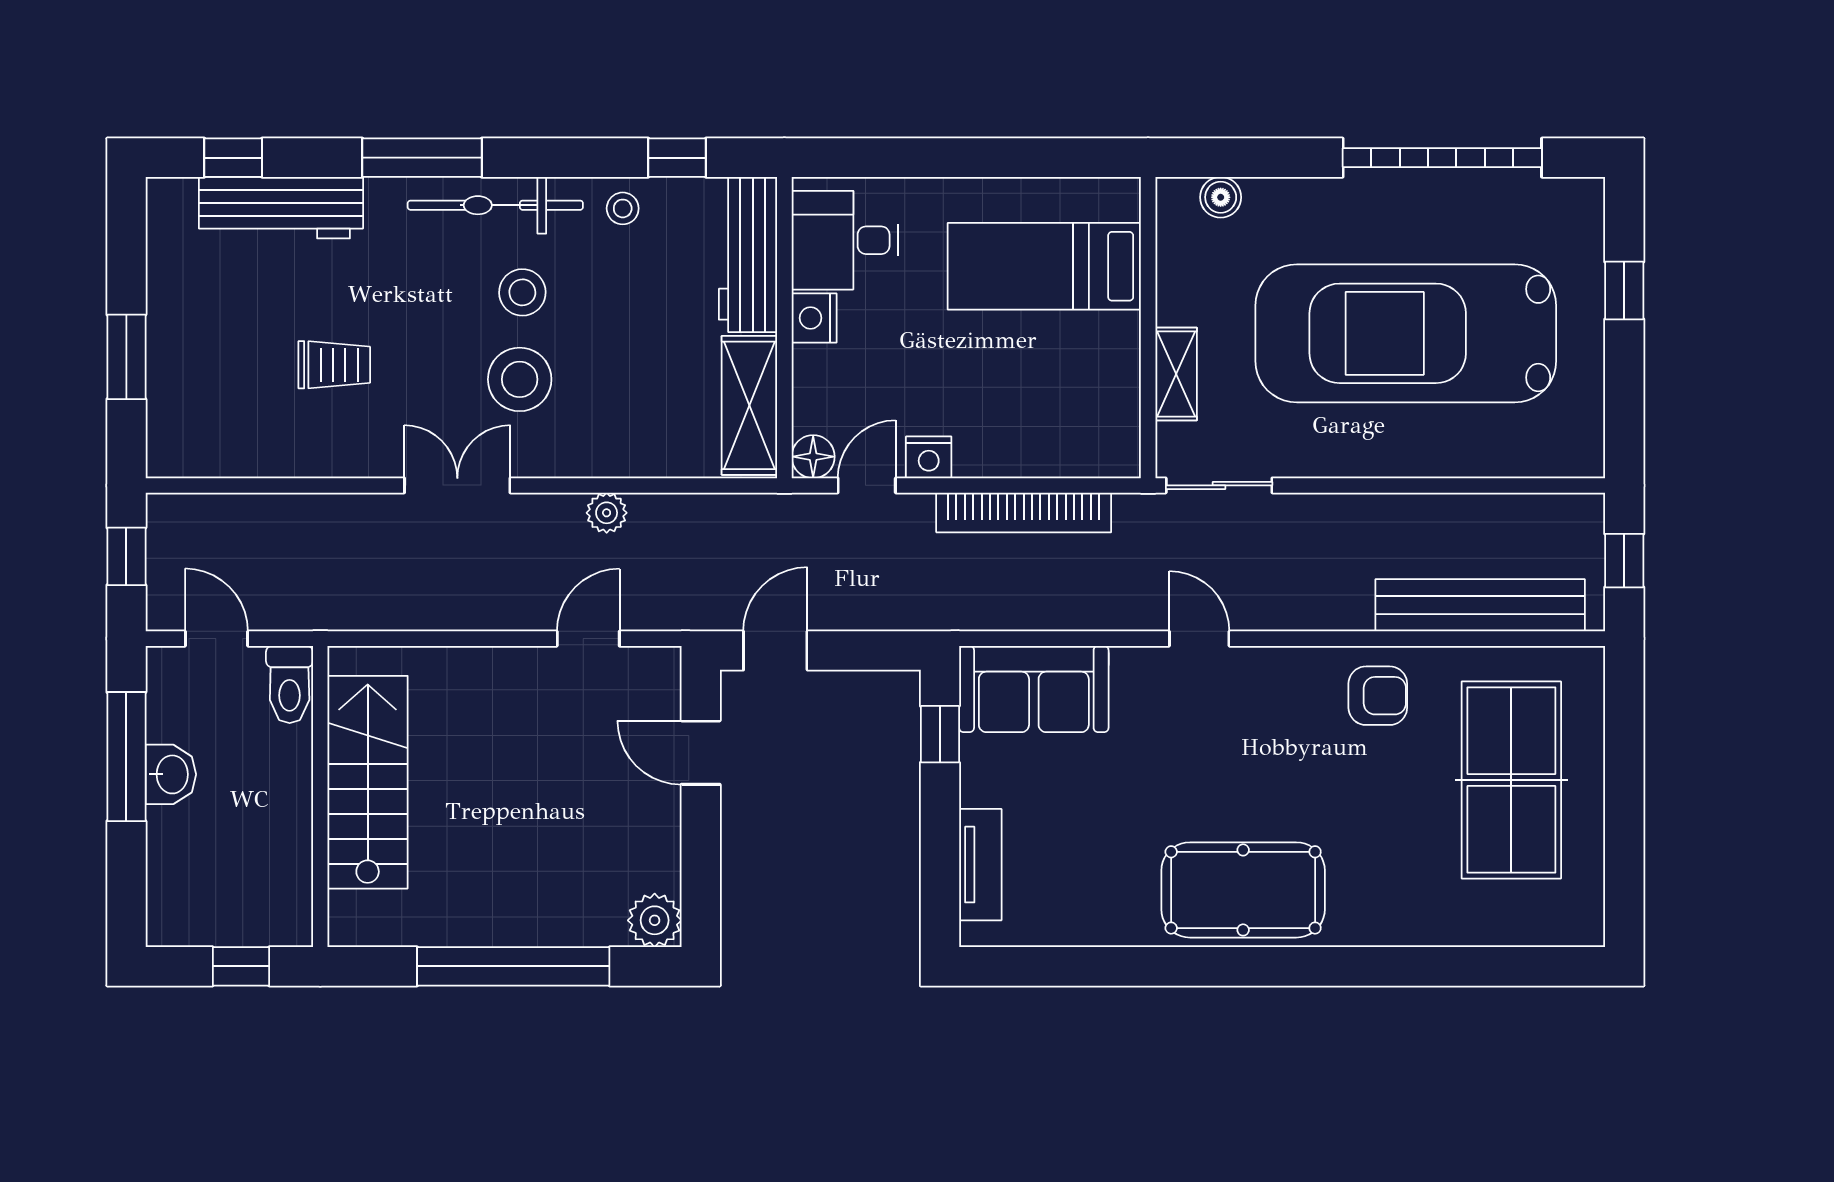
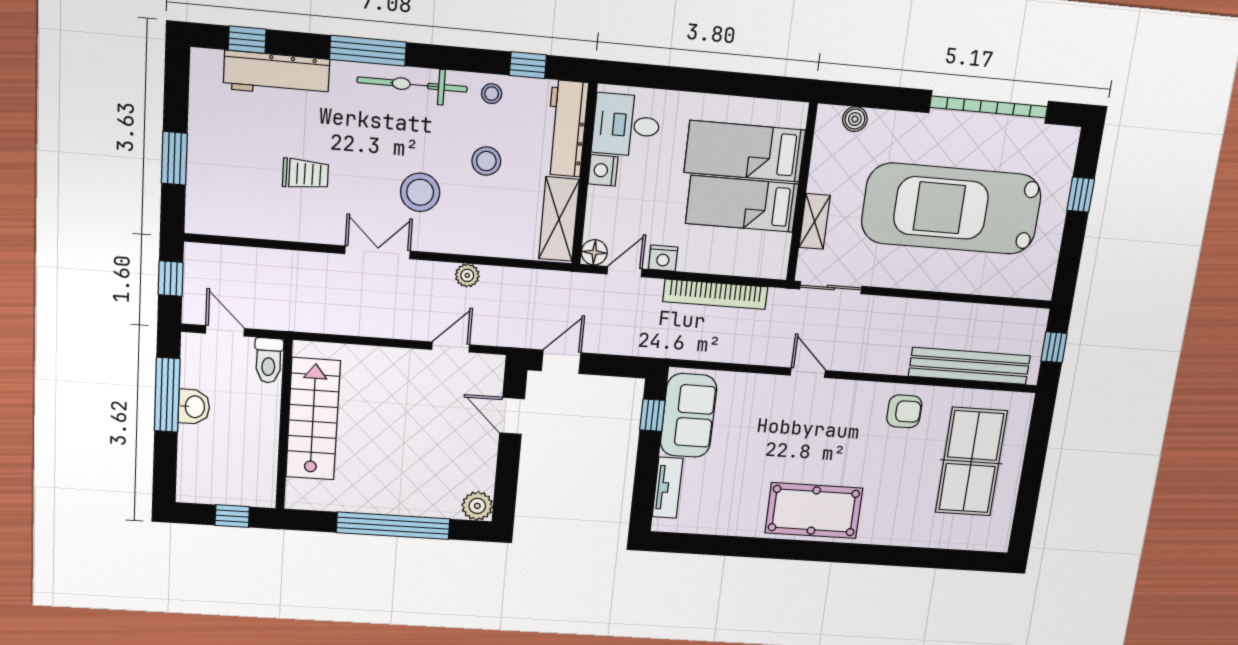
stool: (522, 292) -> (486, 161), moved
bed: (1050, 354) -> (742, 204), added
sofa: (1034, 689) -> (689, 416), moved, turned -90

